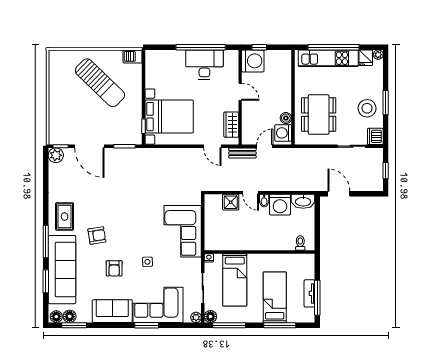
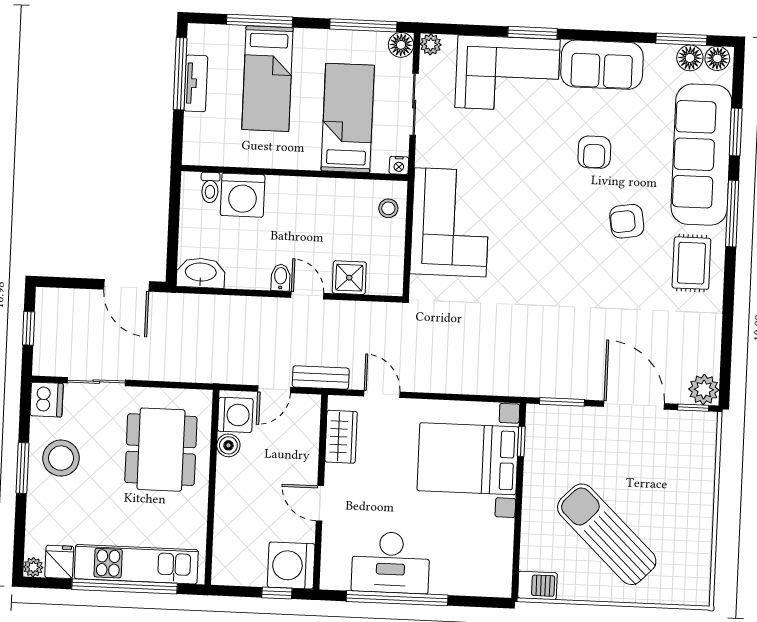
washing machine: (280, 205) -> (243, 195), moved, turned 180
stool: (213, 237) -> (388, 208), added
side table: (147, 262) -> (525, 163), removed
armchair: (114, 268) -> (594, 152), turned 180

